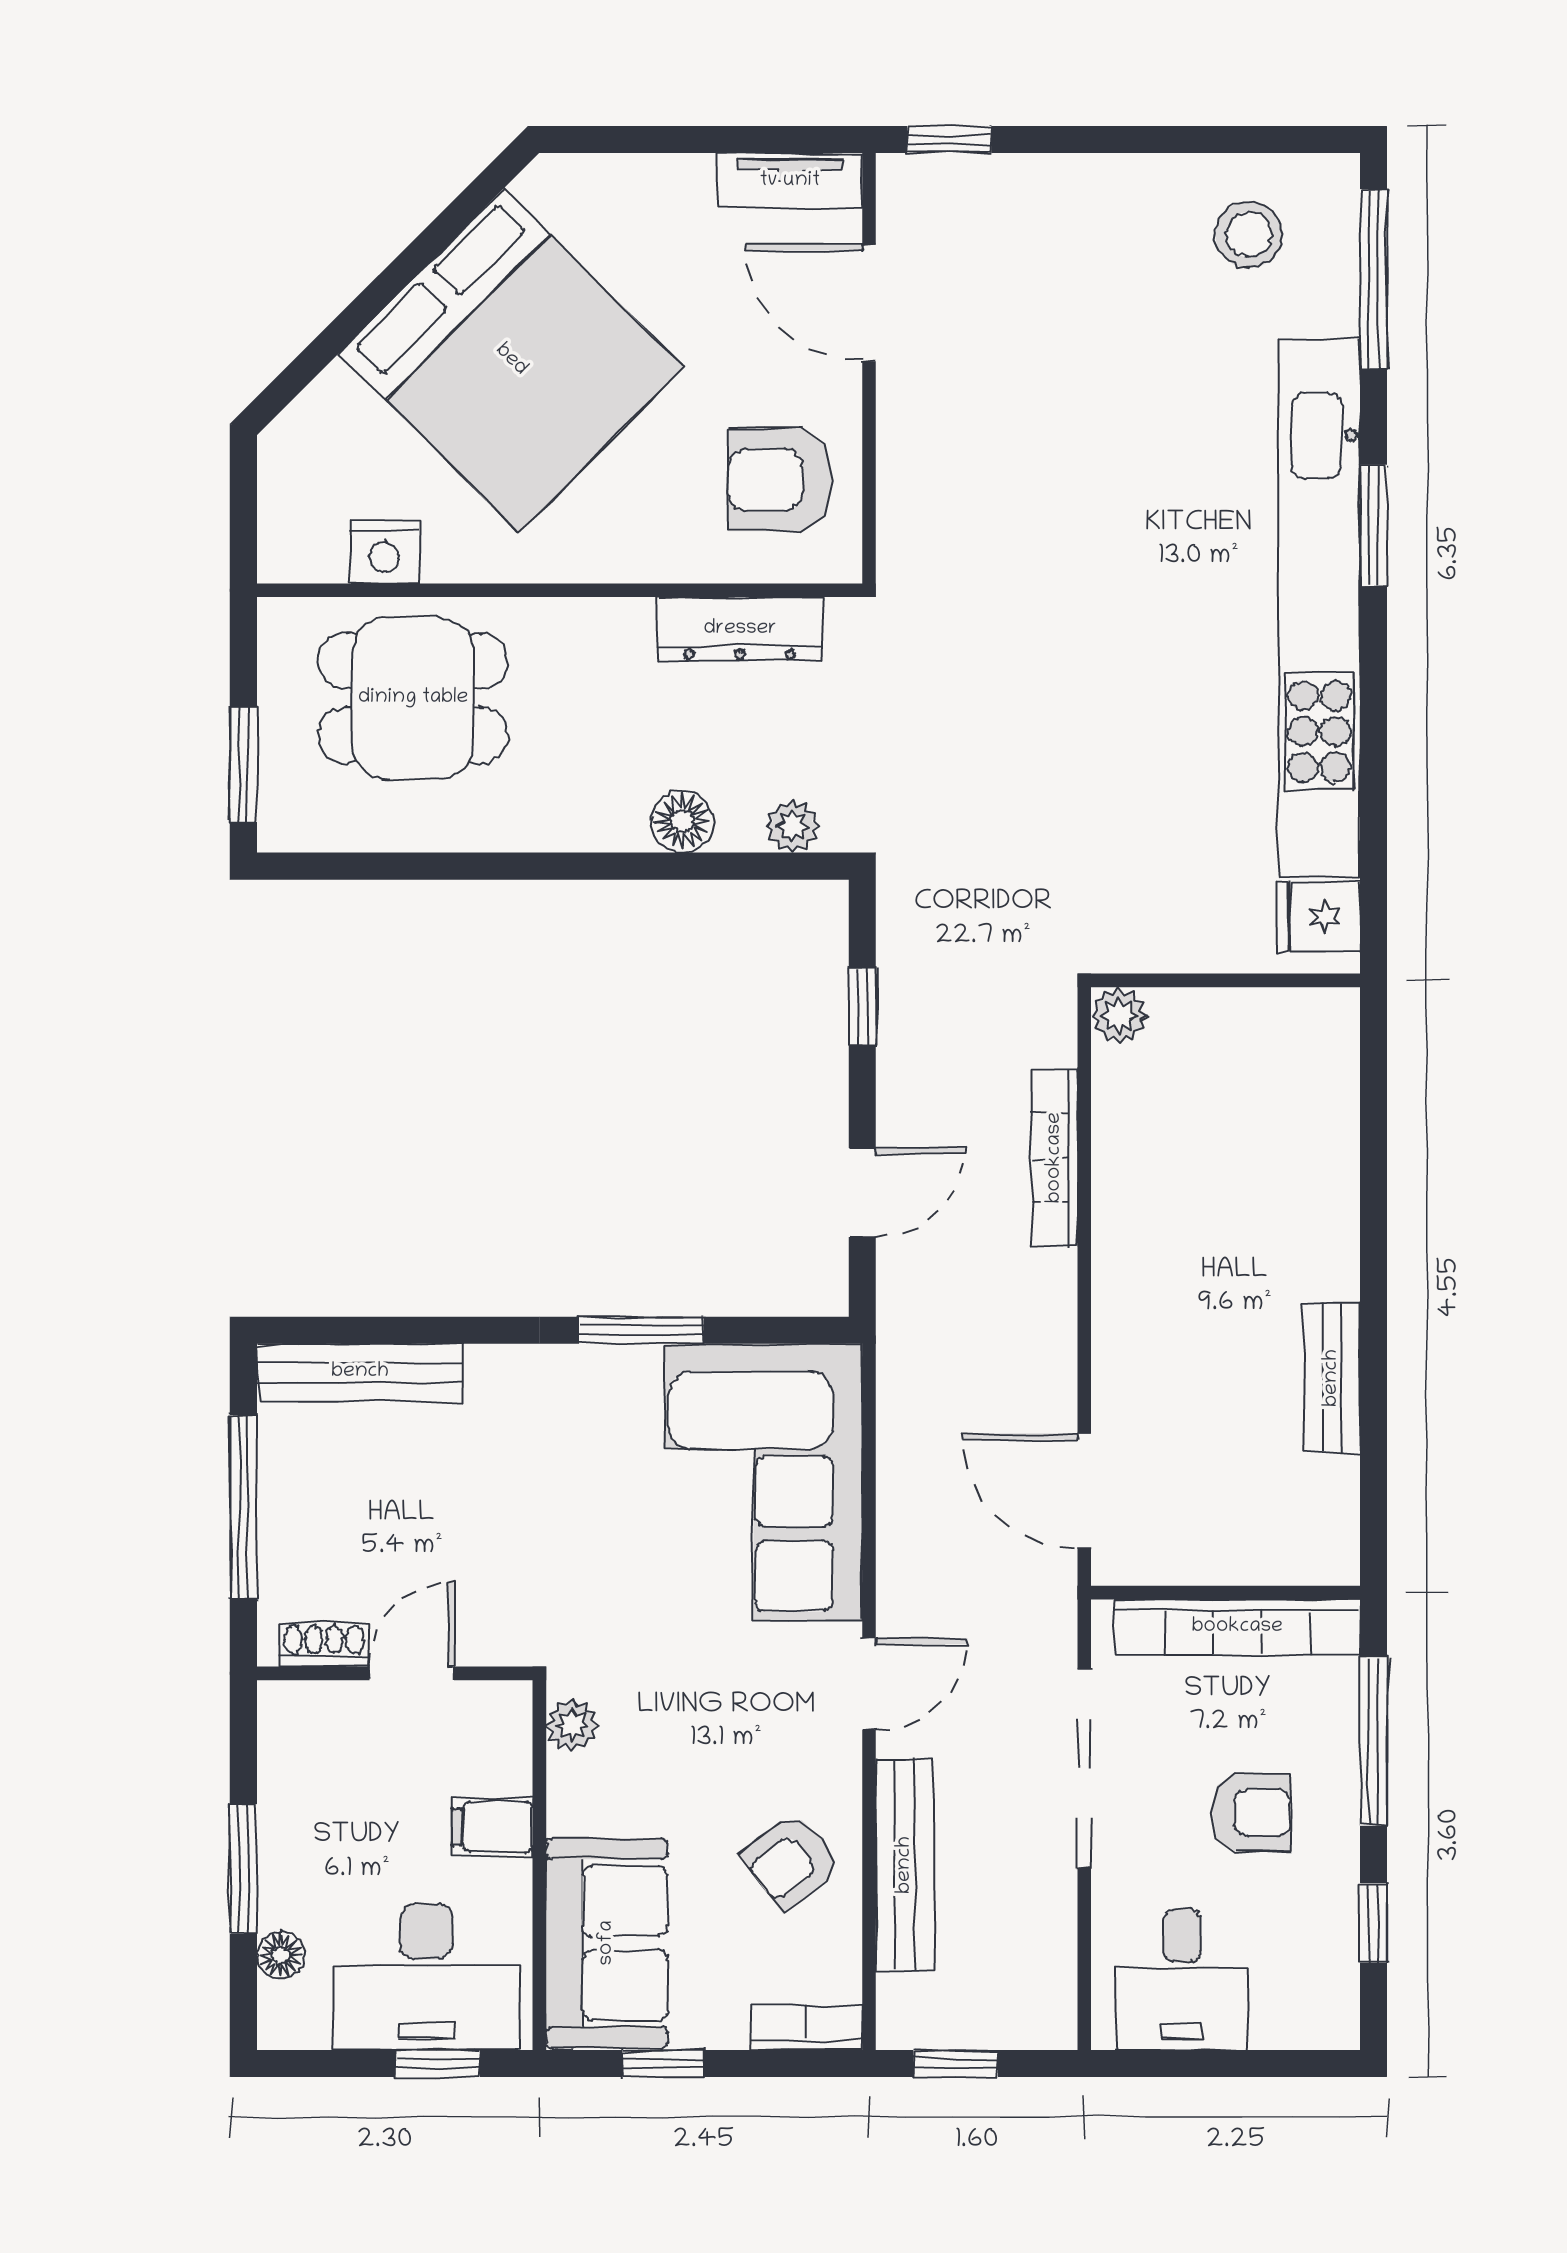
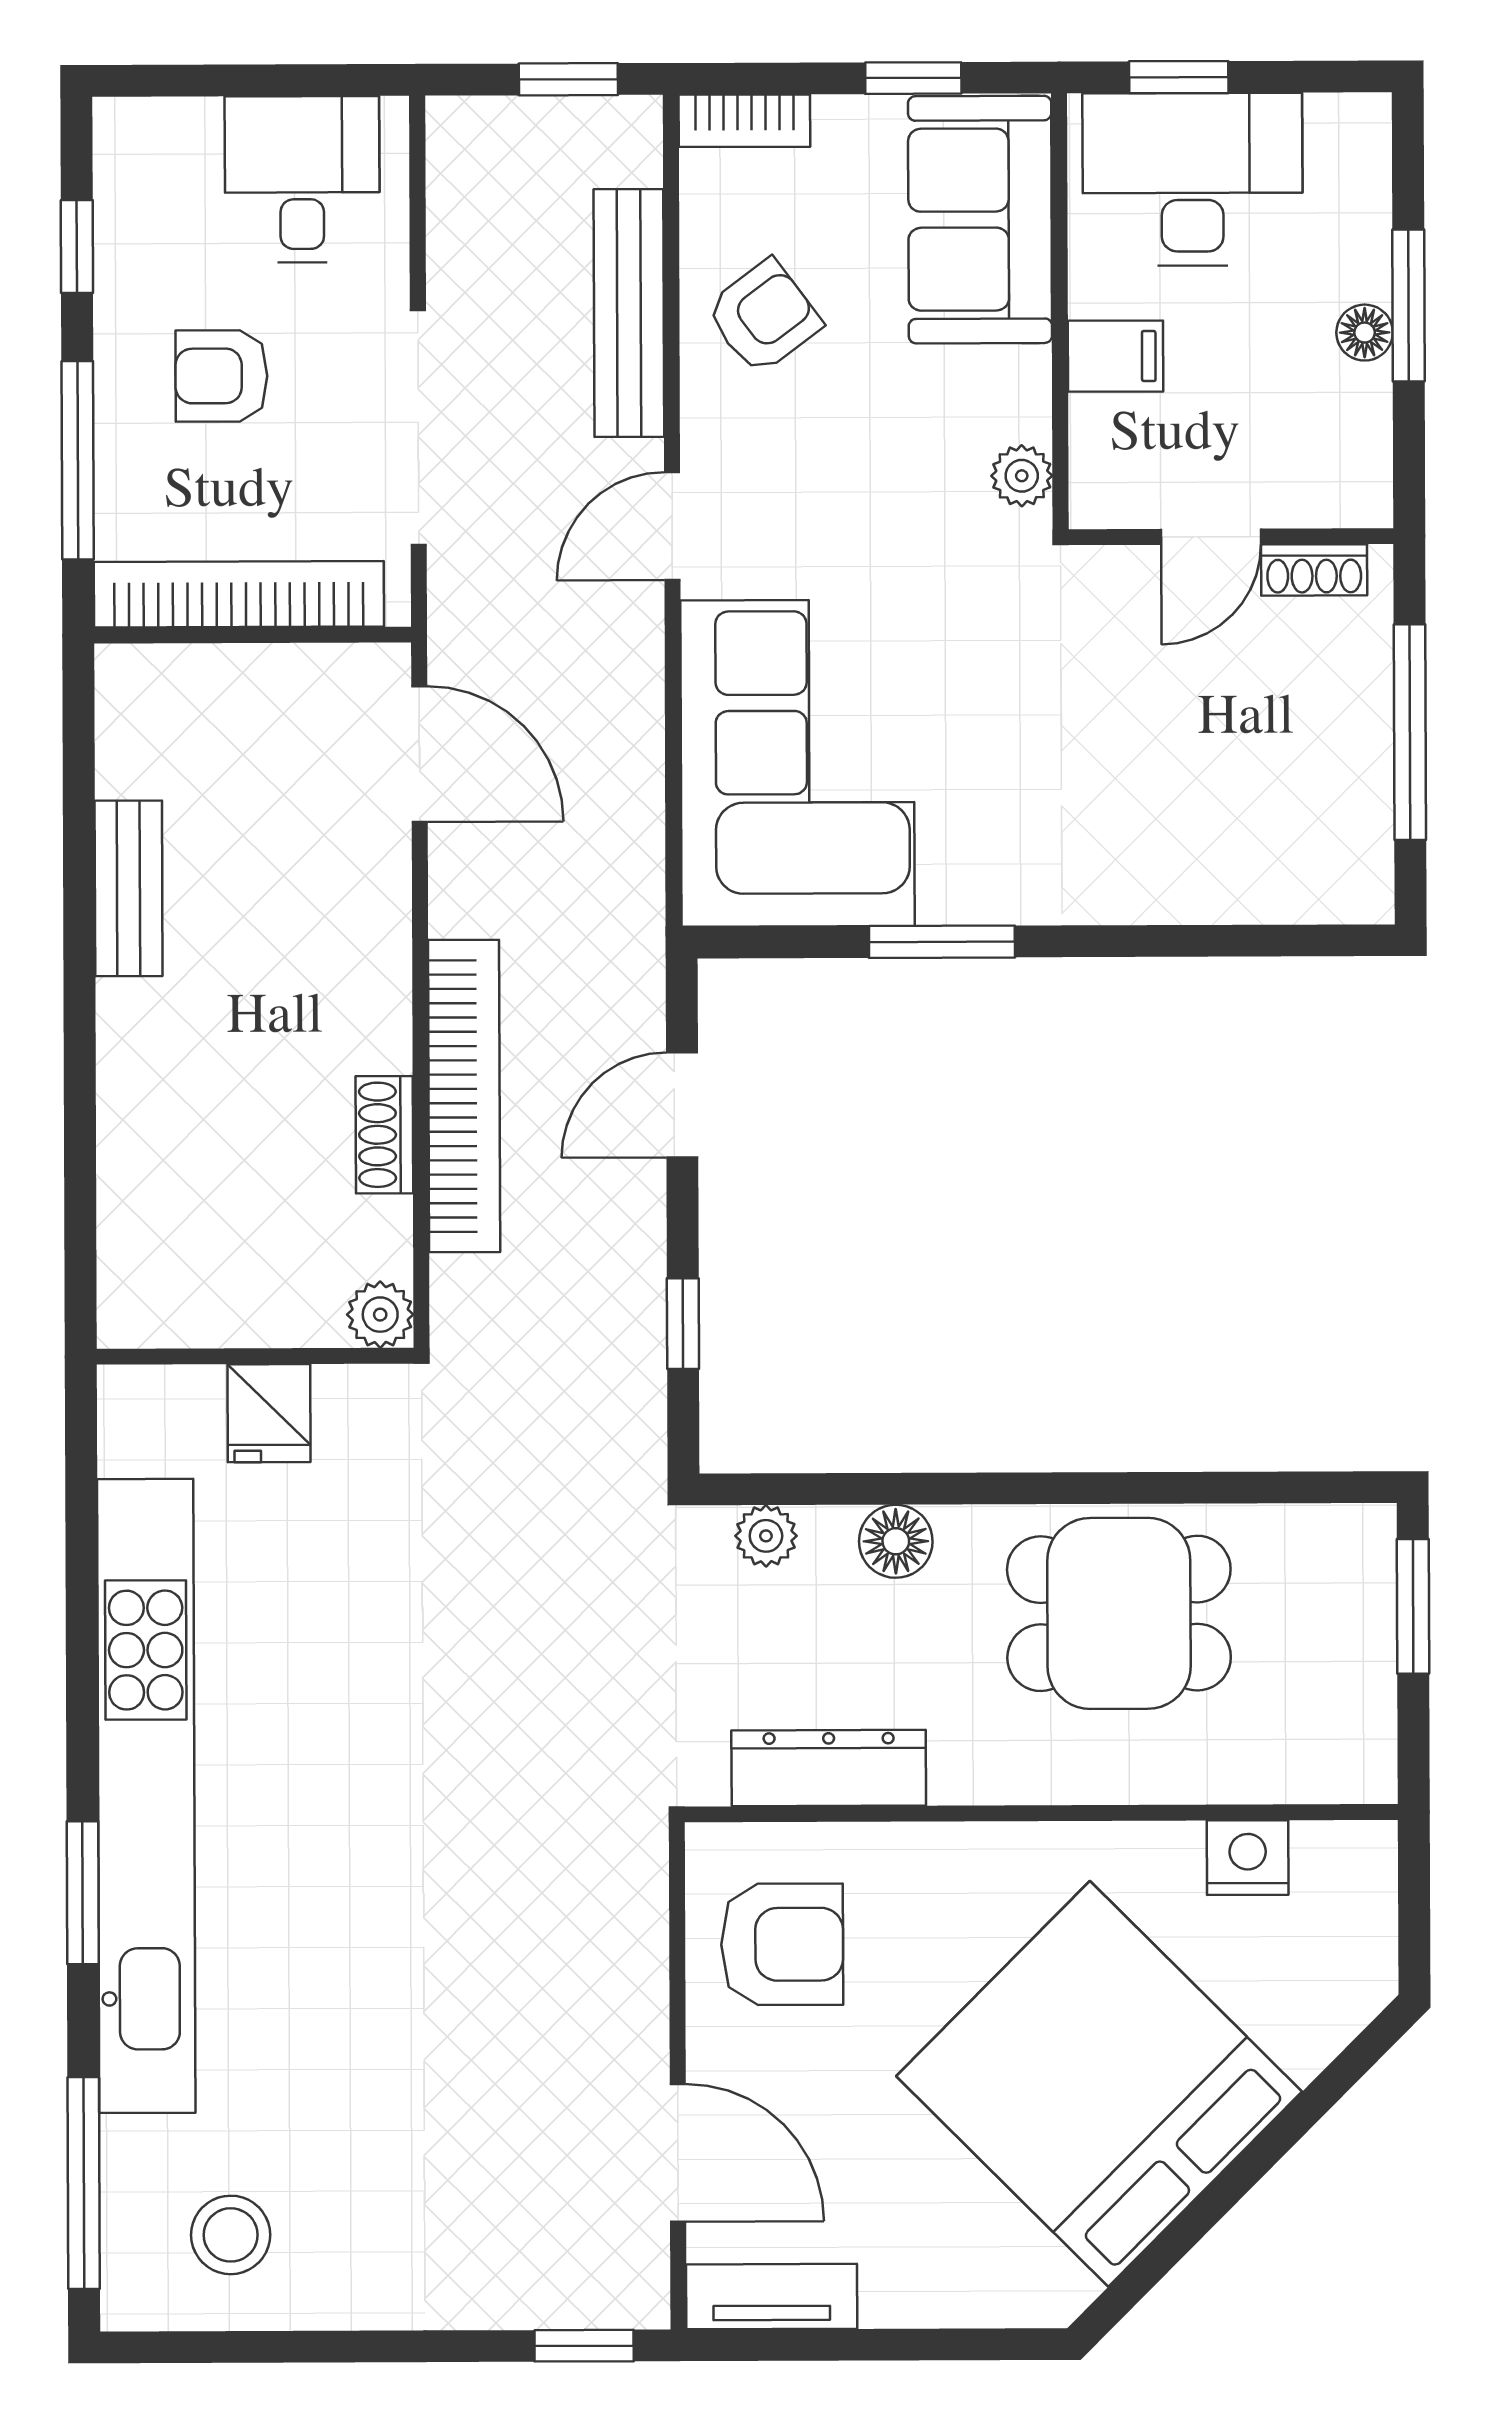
dining table: (413, 698) -> (1119, 1613), moved
fridge: (1318, 917) -> (269, 1413), moved, turned 90
bookcase: (1055, 1158) -> (464, 1096), width x1.48, depth x1.31
shoe rack: (1115, 1168) -> (384, 1135), added
bench: (360, 1372) -> (1273, 891), removed
floor lamp: (281, 1955) -> (1365, 333), moved

